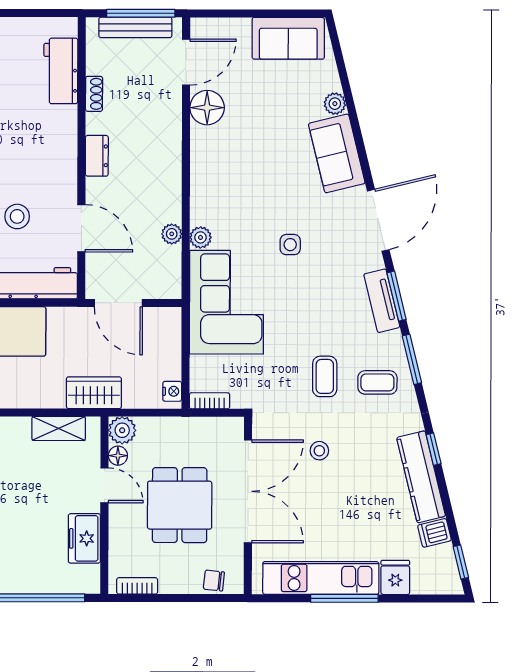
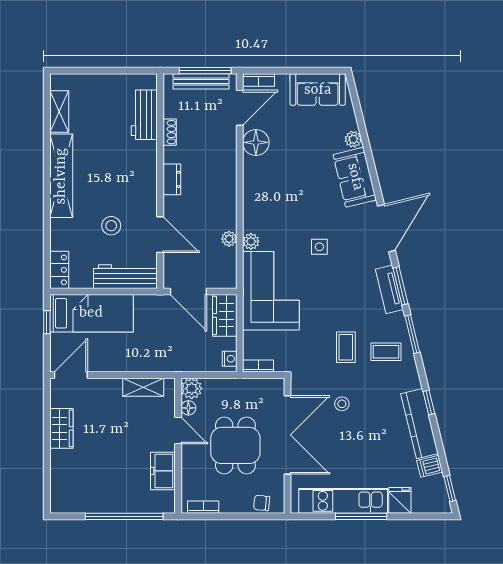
bookcase: (211, 26) -> (259, 80), added
wardrobe: (94, 393) -> (225, 315), moved, turned -90

